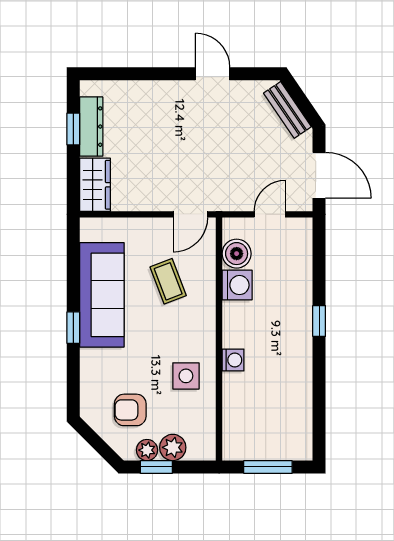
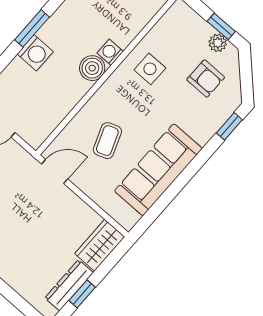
boiler: (237, 254) -> (92, 68), moved
washing machine: (237, 285) -> (35, 53), moved, turned 180
window: (319, 321) -> (32, 28), width x1.50
window: (73, 328) -> (229, 126), moved
plant: (173, 447) -> (199, 30), removed

